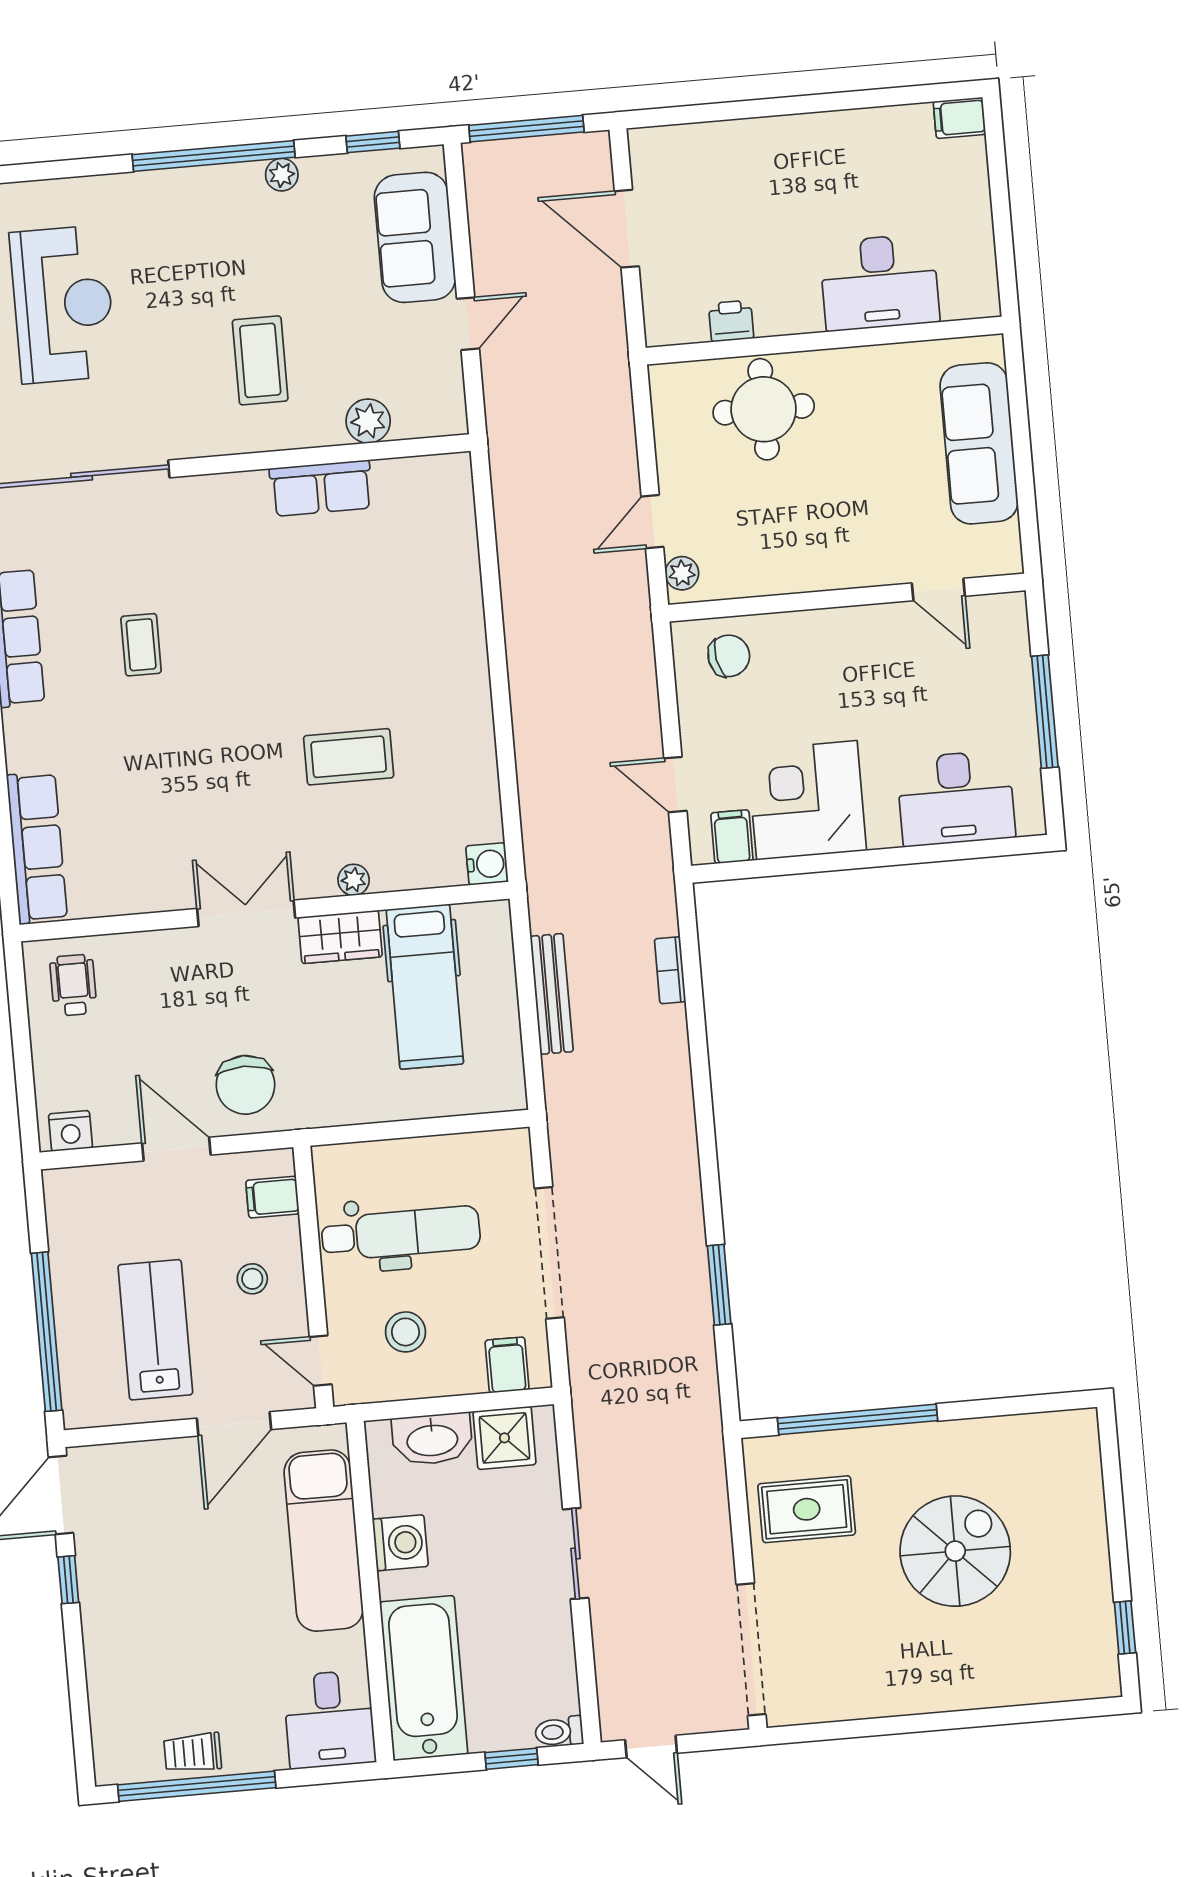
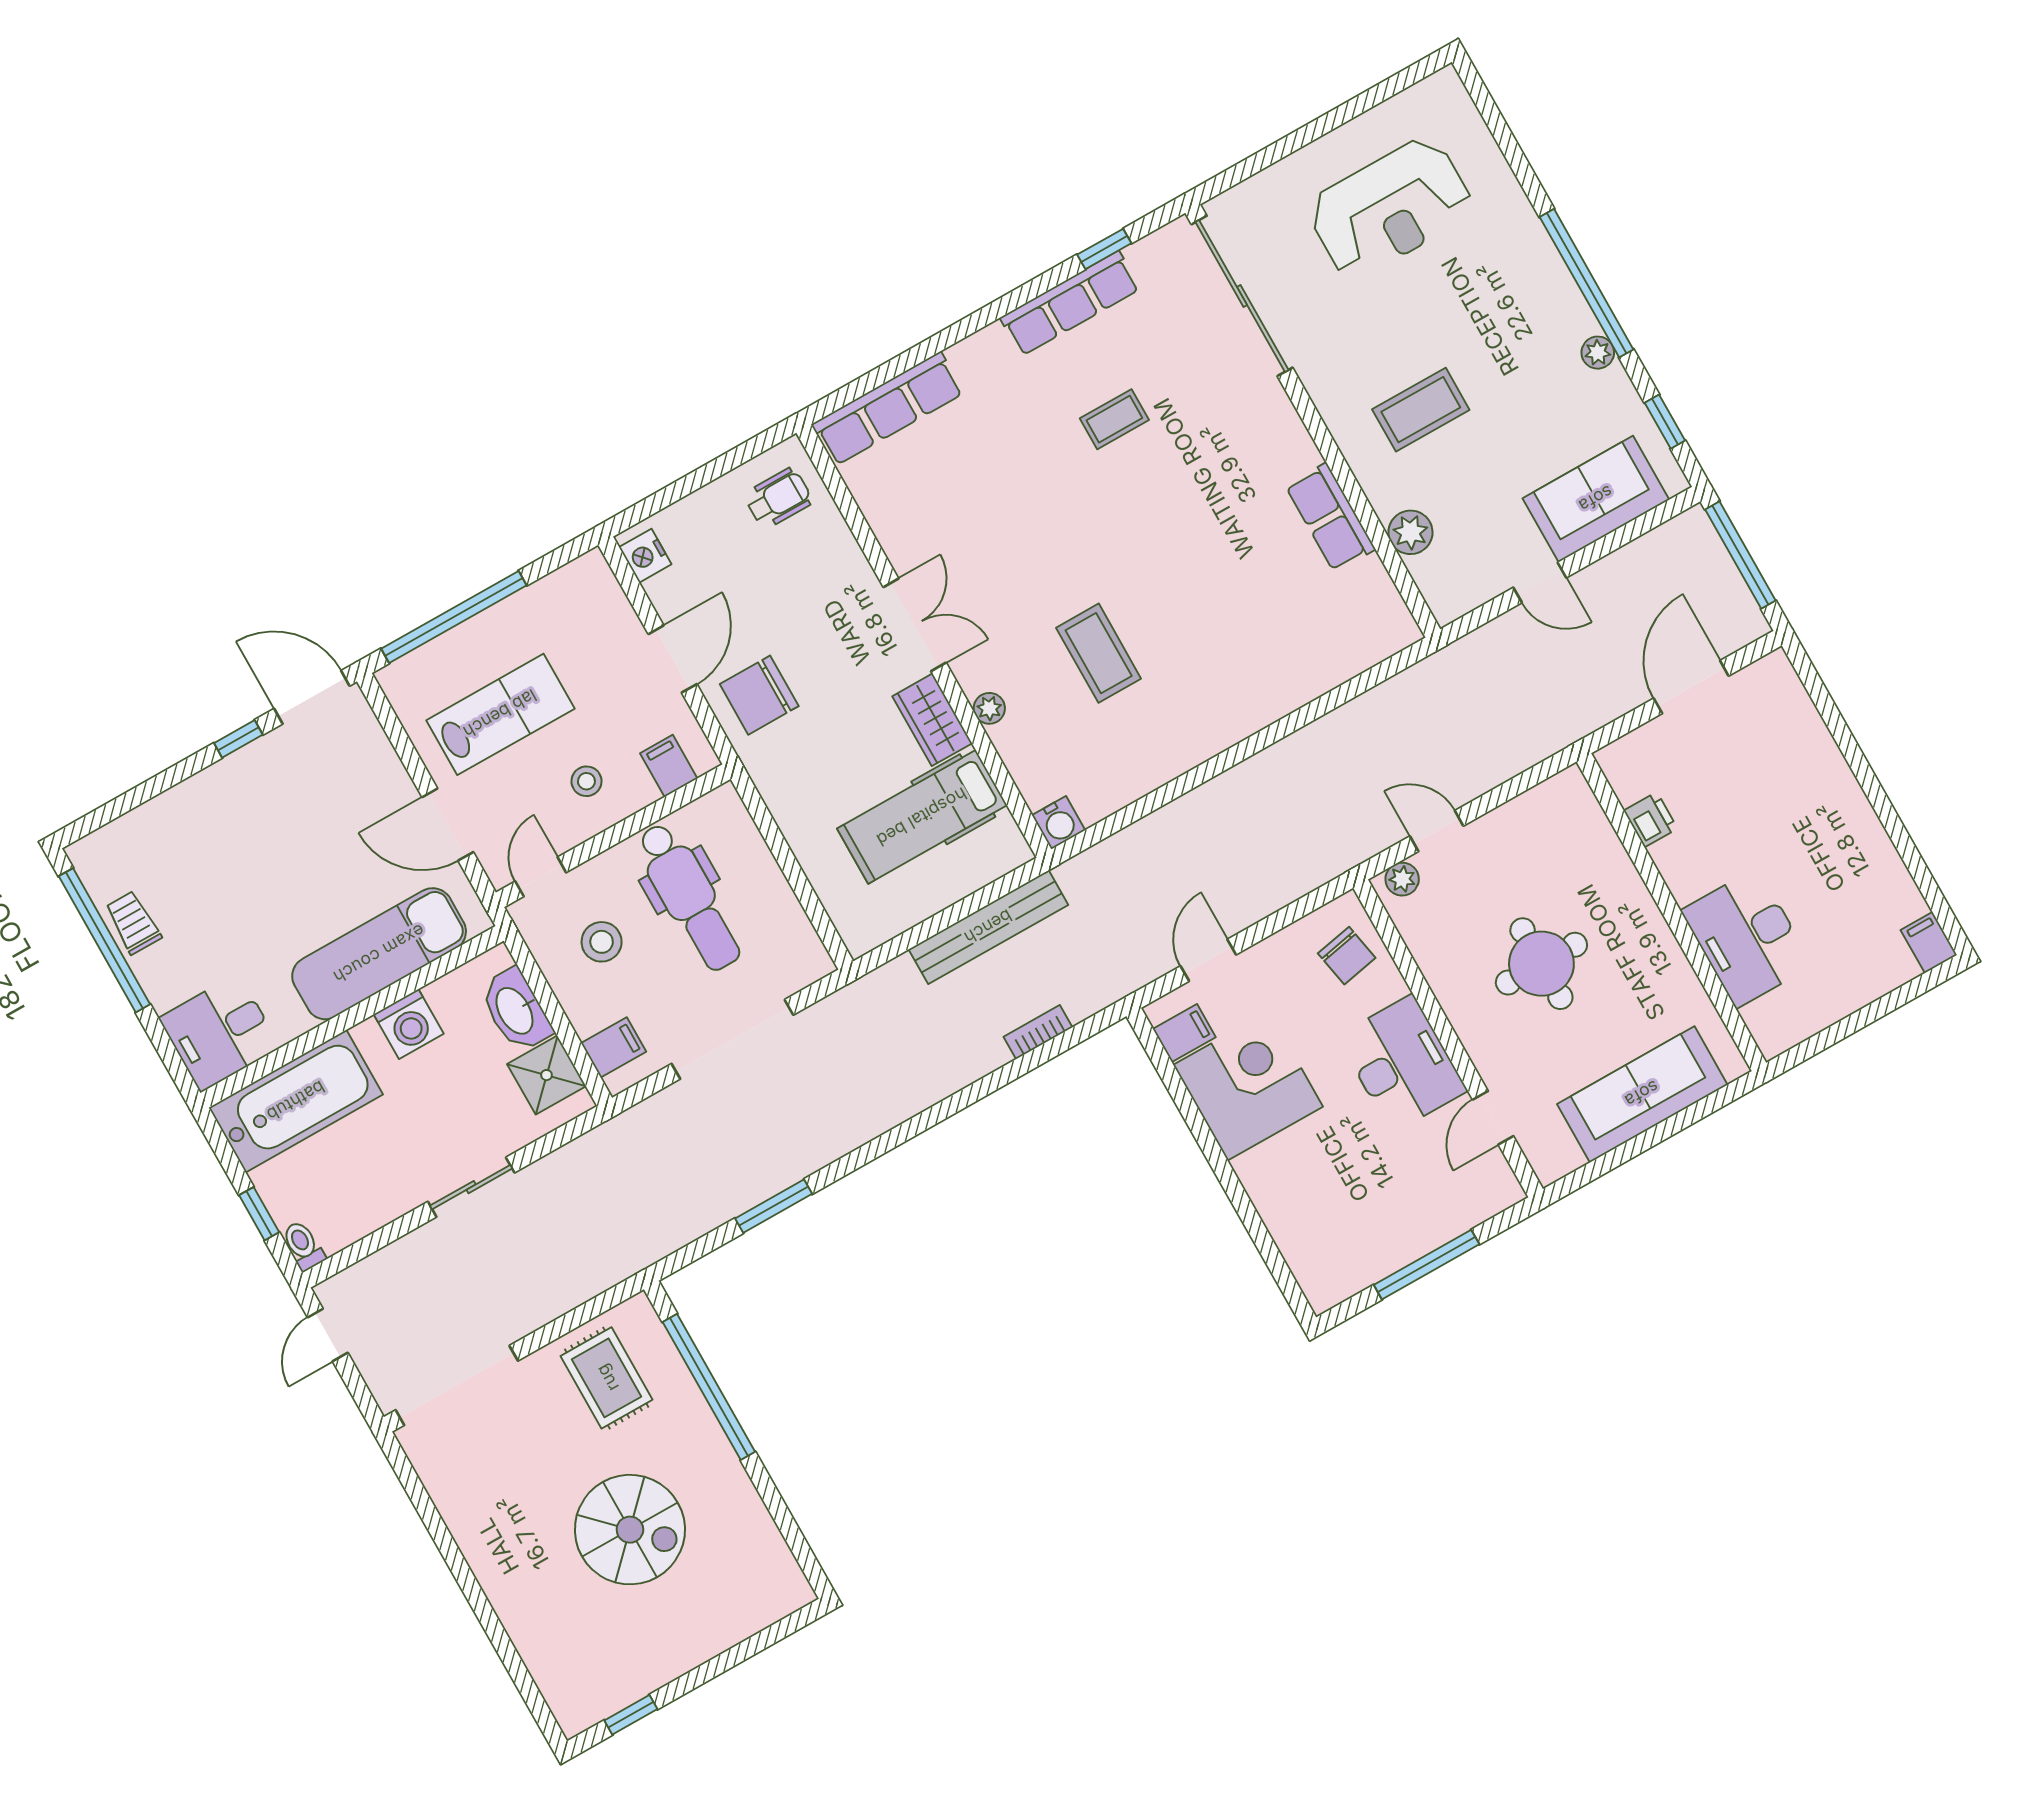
round table: (764, 409) -> (1541, 964), moved
desk: (956, 798) -> (1402, 1064), moved, turned 180
bench: (552, 994) -> (988, 927), width x1.37, depth x1.21

